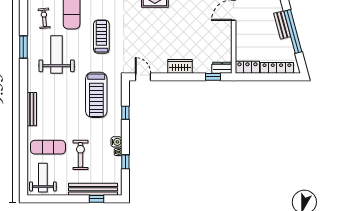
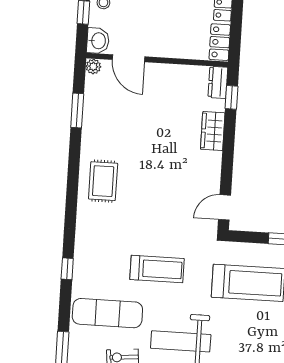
treadmill: (101, 37) -> (157, 269), turned 180
wardrobe: (180, 66) -> (213, 131), moved

